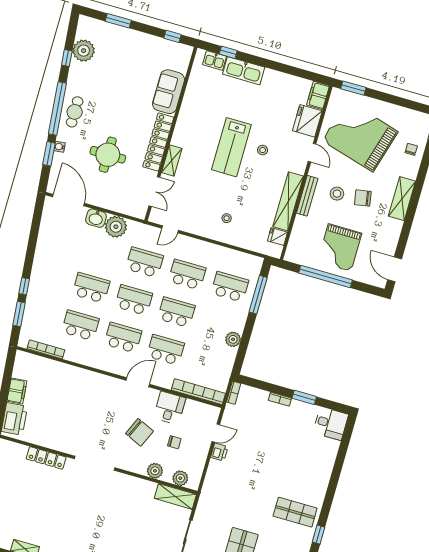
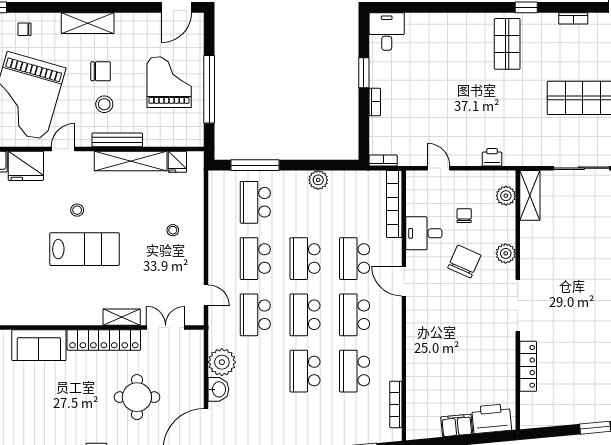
chair: (363, 198) -> (101, 71), turned -80
grand piano: (340, 248) -> (169, 82), turned -90
printer: (219, 452) -> (492, 157), moved
plant: (155, 471) -> (506, 253), moved

